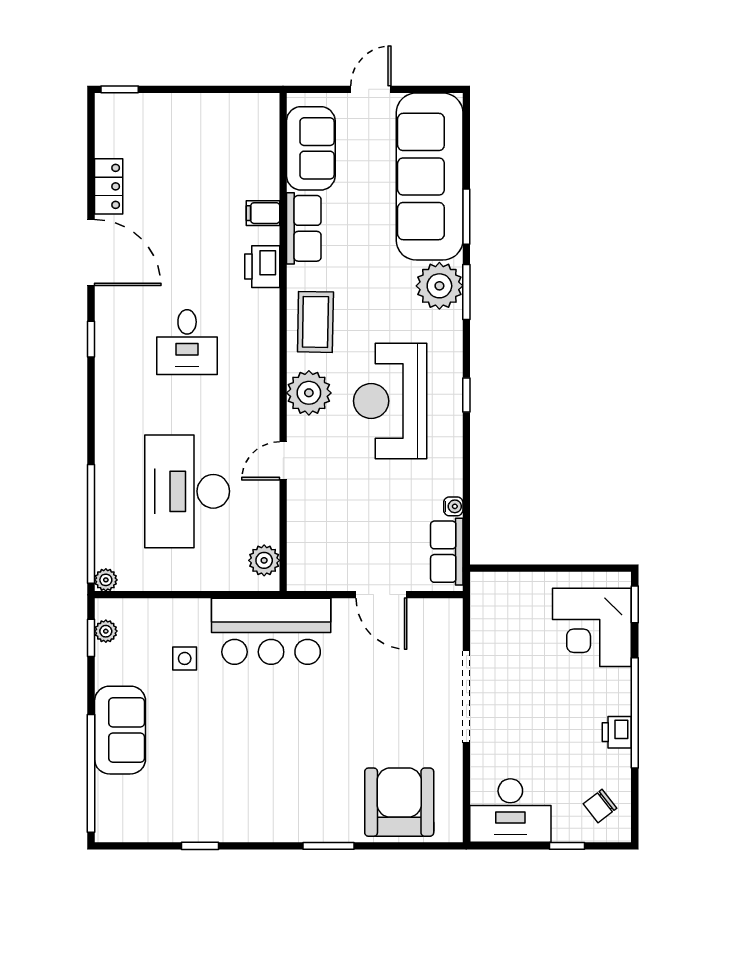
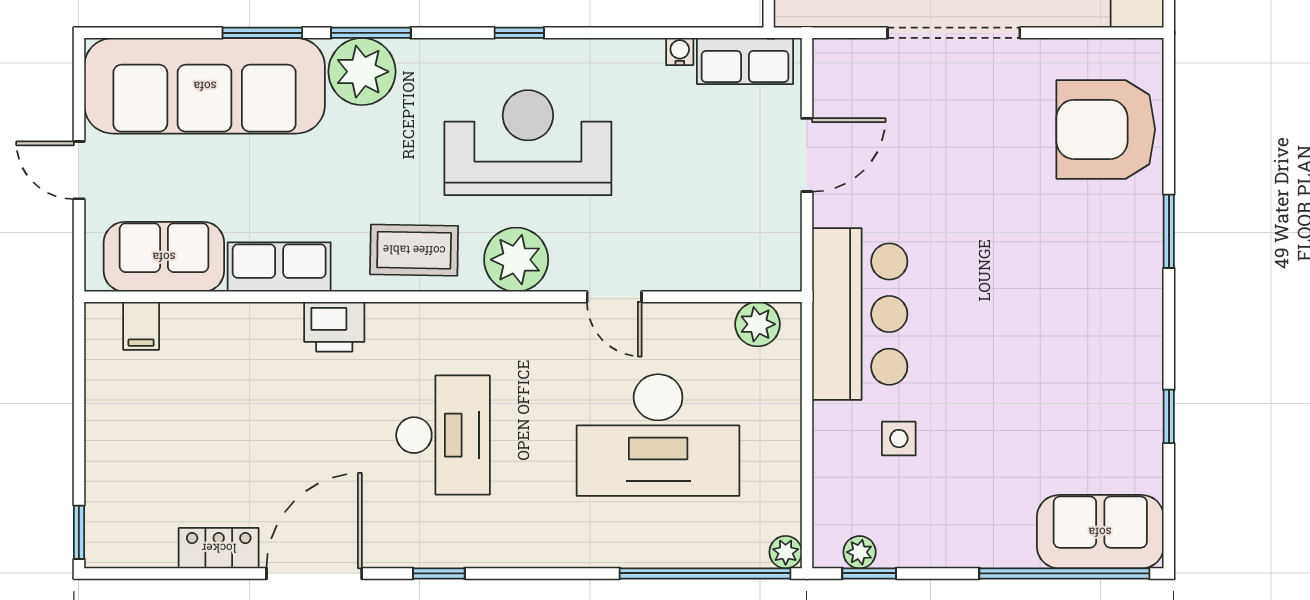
filing cabinet: (263, 213) -> (141, 326), moved
desk: (187, 342) -> (443, 435), width x1.37
reception desk: (390, 401) -> (528, 143), turned 180
sofa: (120, 730) -> (1100, 532), moved

